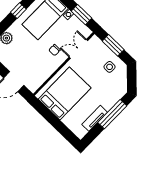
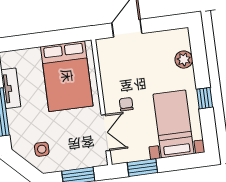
side table: (110, 67) -> (42, 149), moved

